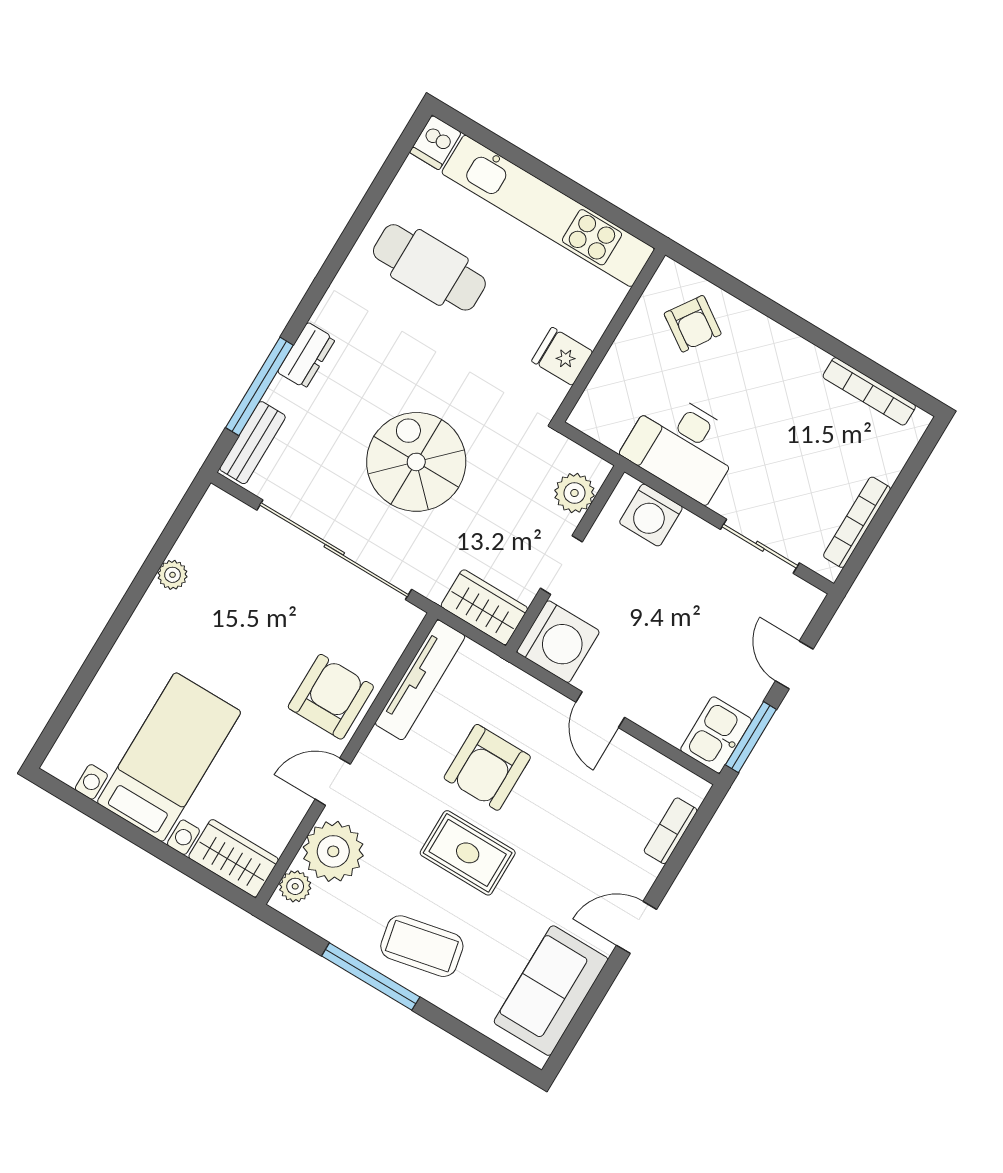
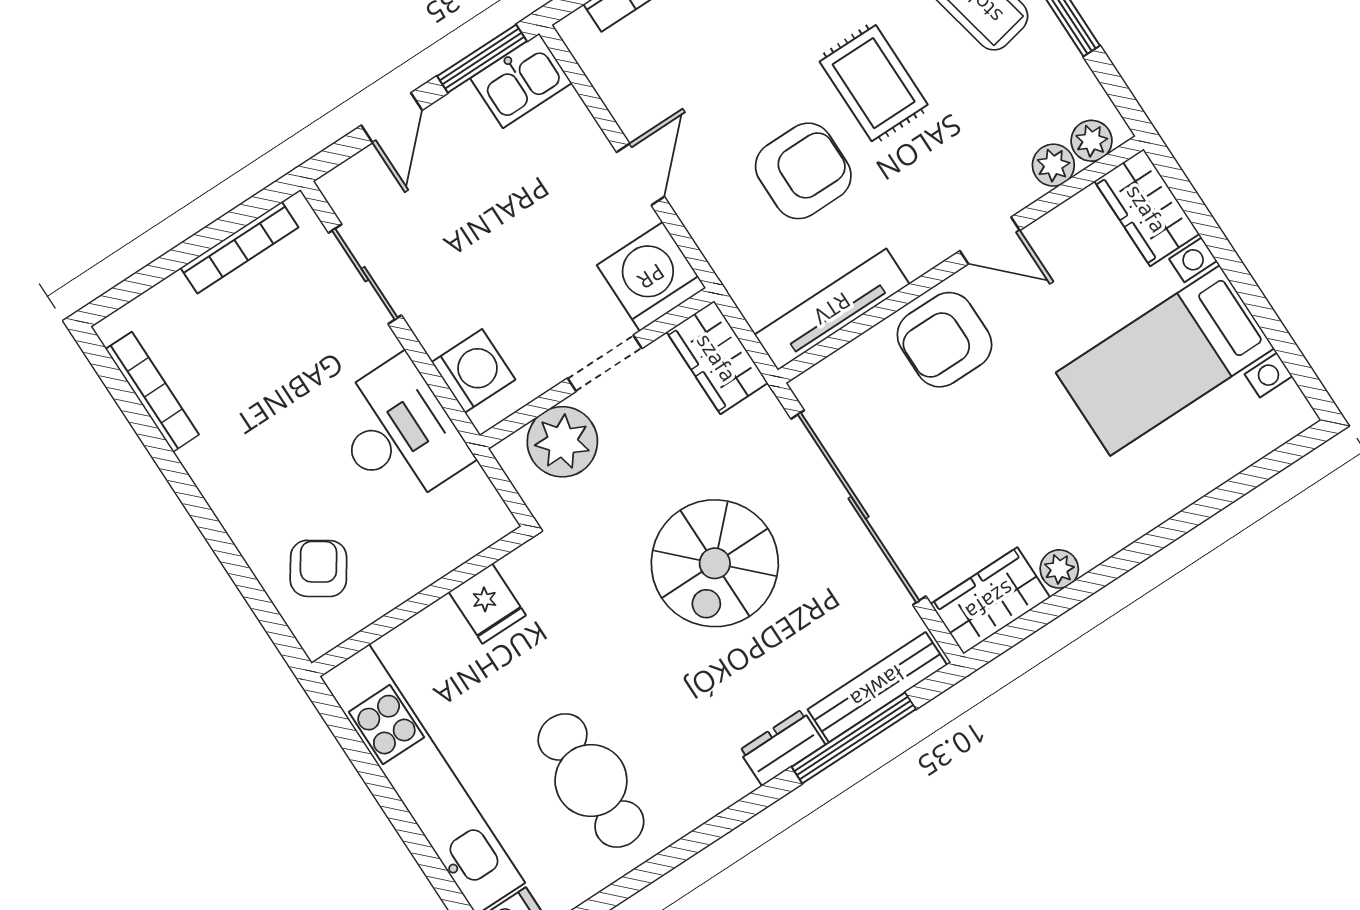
bench: (253, 443) -> (877, 687), width x1.36
plant: (574, 493) -> (562, 442), width x1.36, depth x1.36
wardrobe: (210, 529) -> (990, 601), added
plant: (333, 851) -> (1053, 165), width x0.53, depth x0.53

